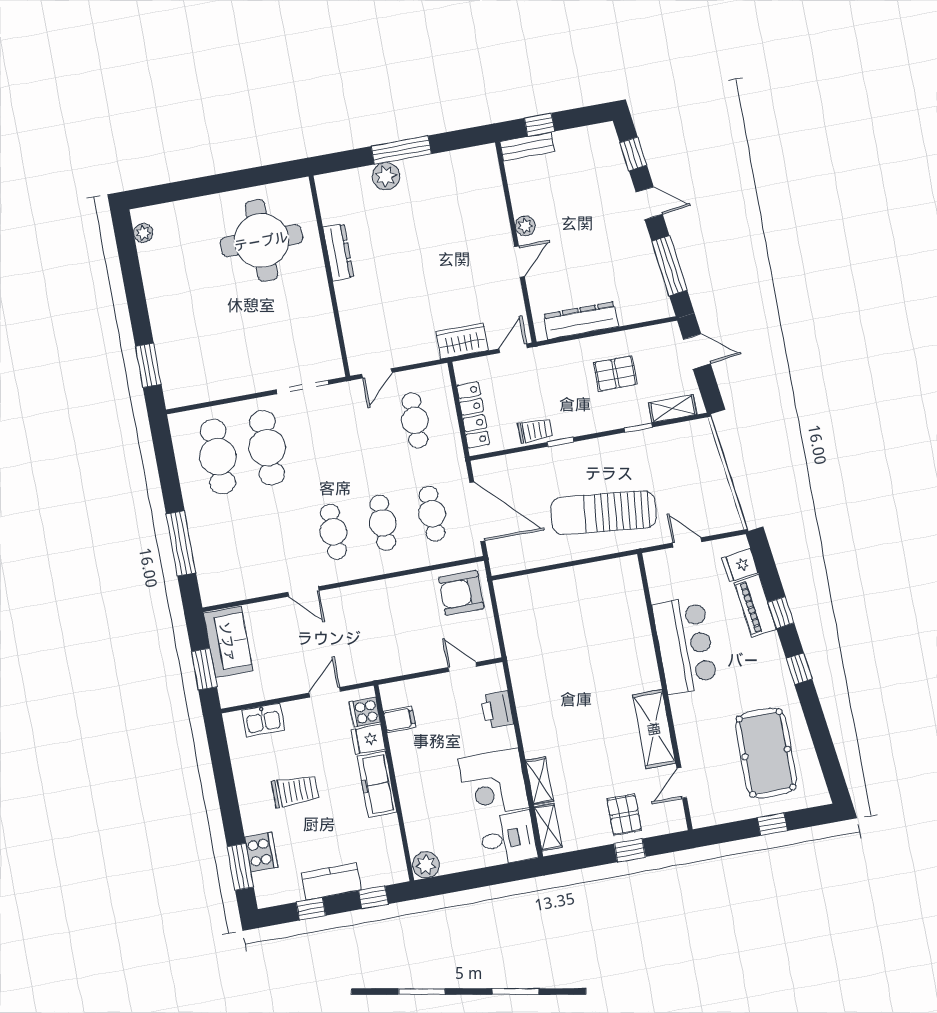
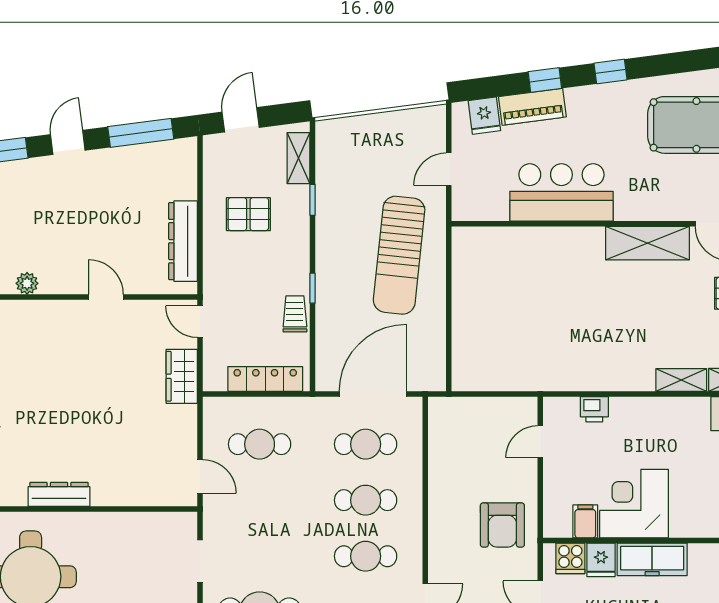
plant: (525, 226) -> (27, 283), moved
pallet: (615, 374) -> (248, 214), turned 90
doorway: (303, 387) -> (200, 561), width x0.73
armchair: (461, 593) -> (502, 525), moved
printer: (497, 710) -> (594, 409), width x0.73, depth x0.81
corner desk: (494, 783) -> (634, 504), moved, turned 180

